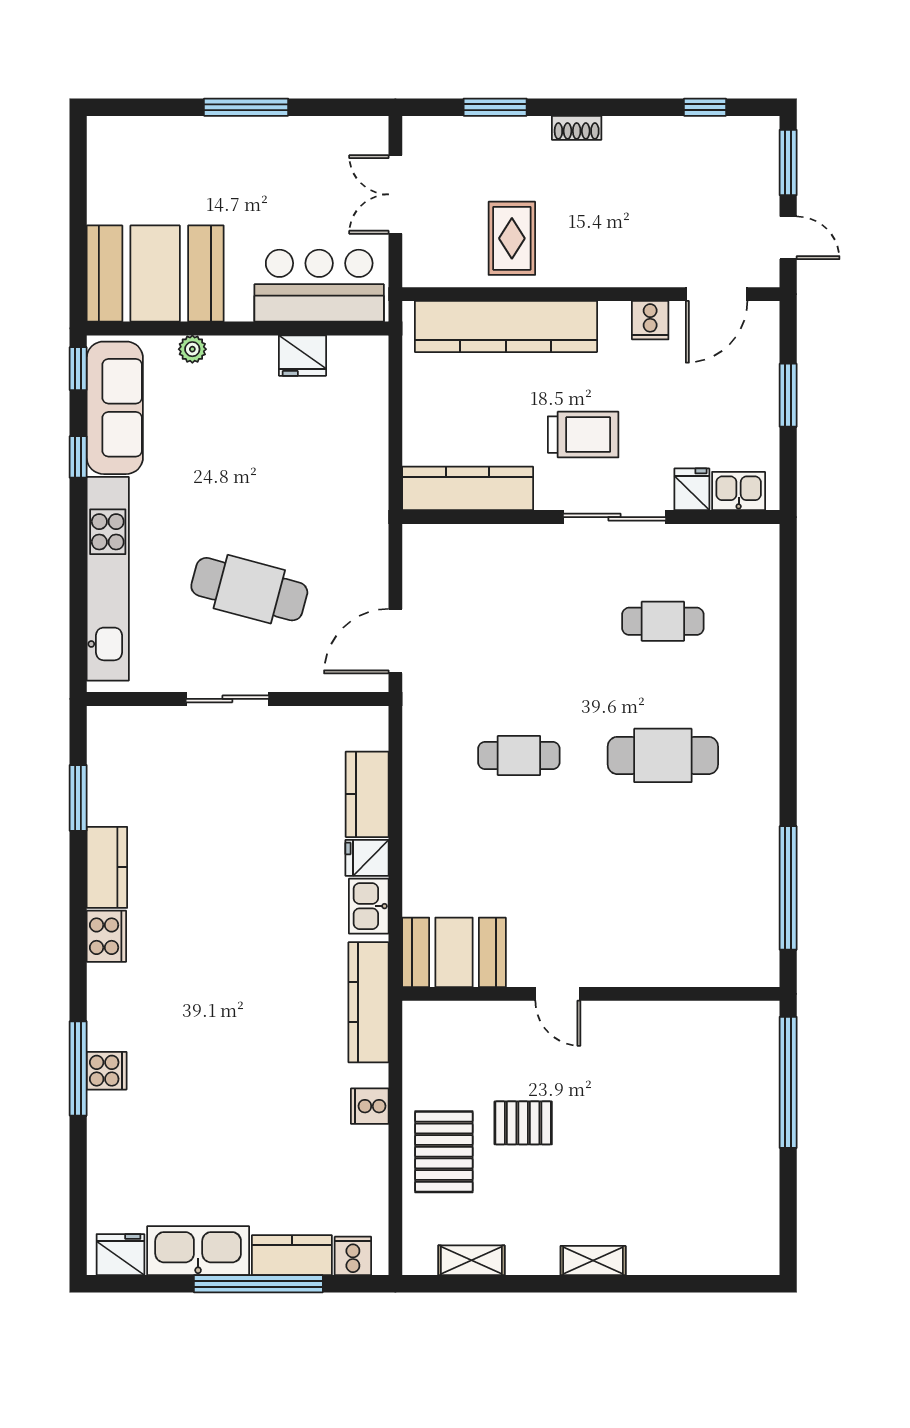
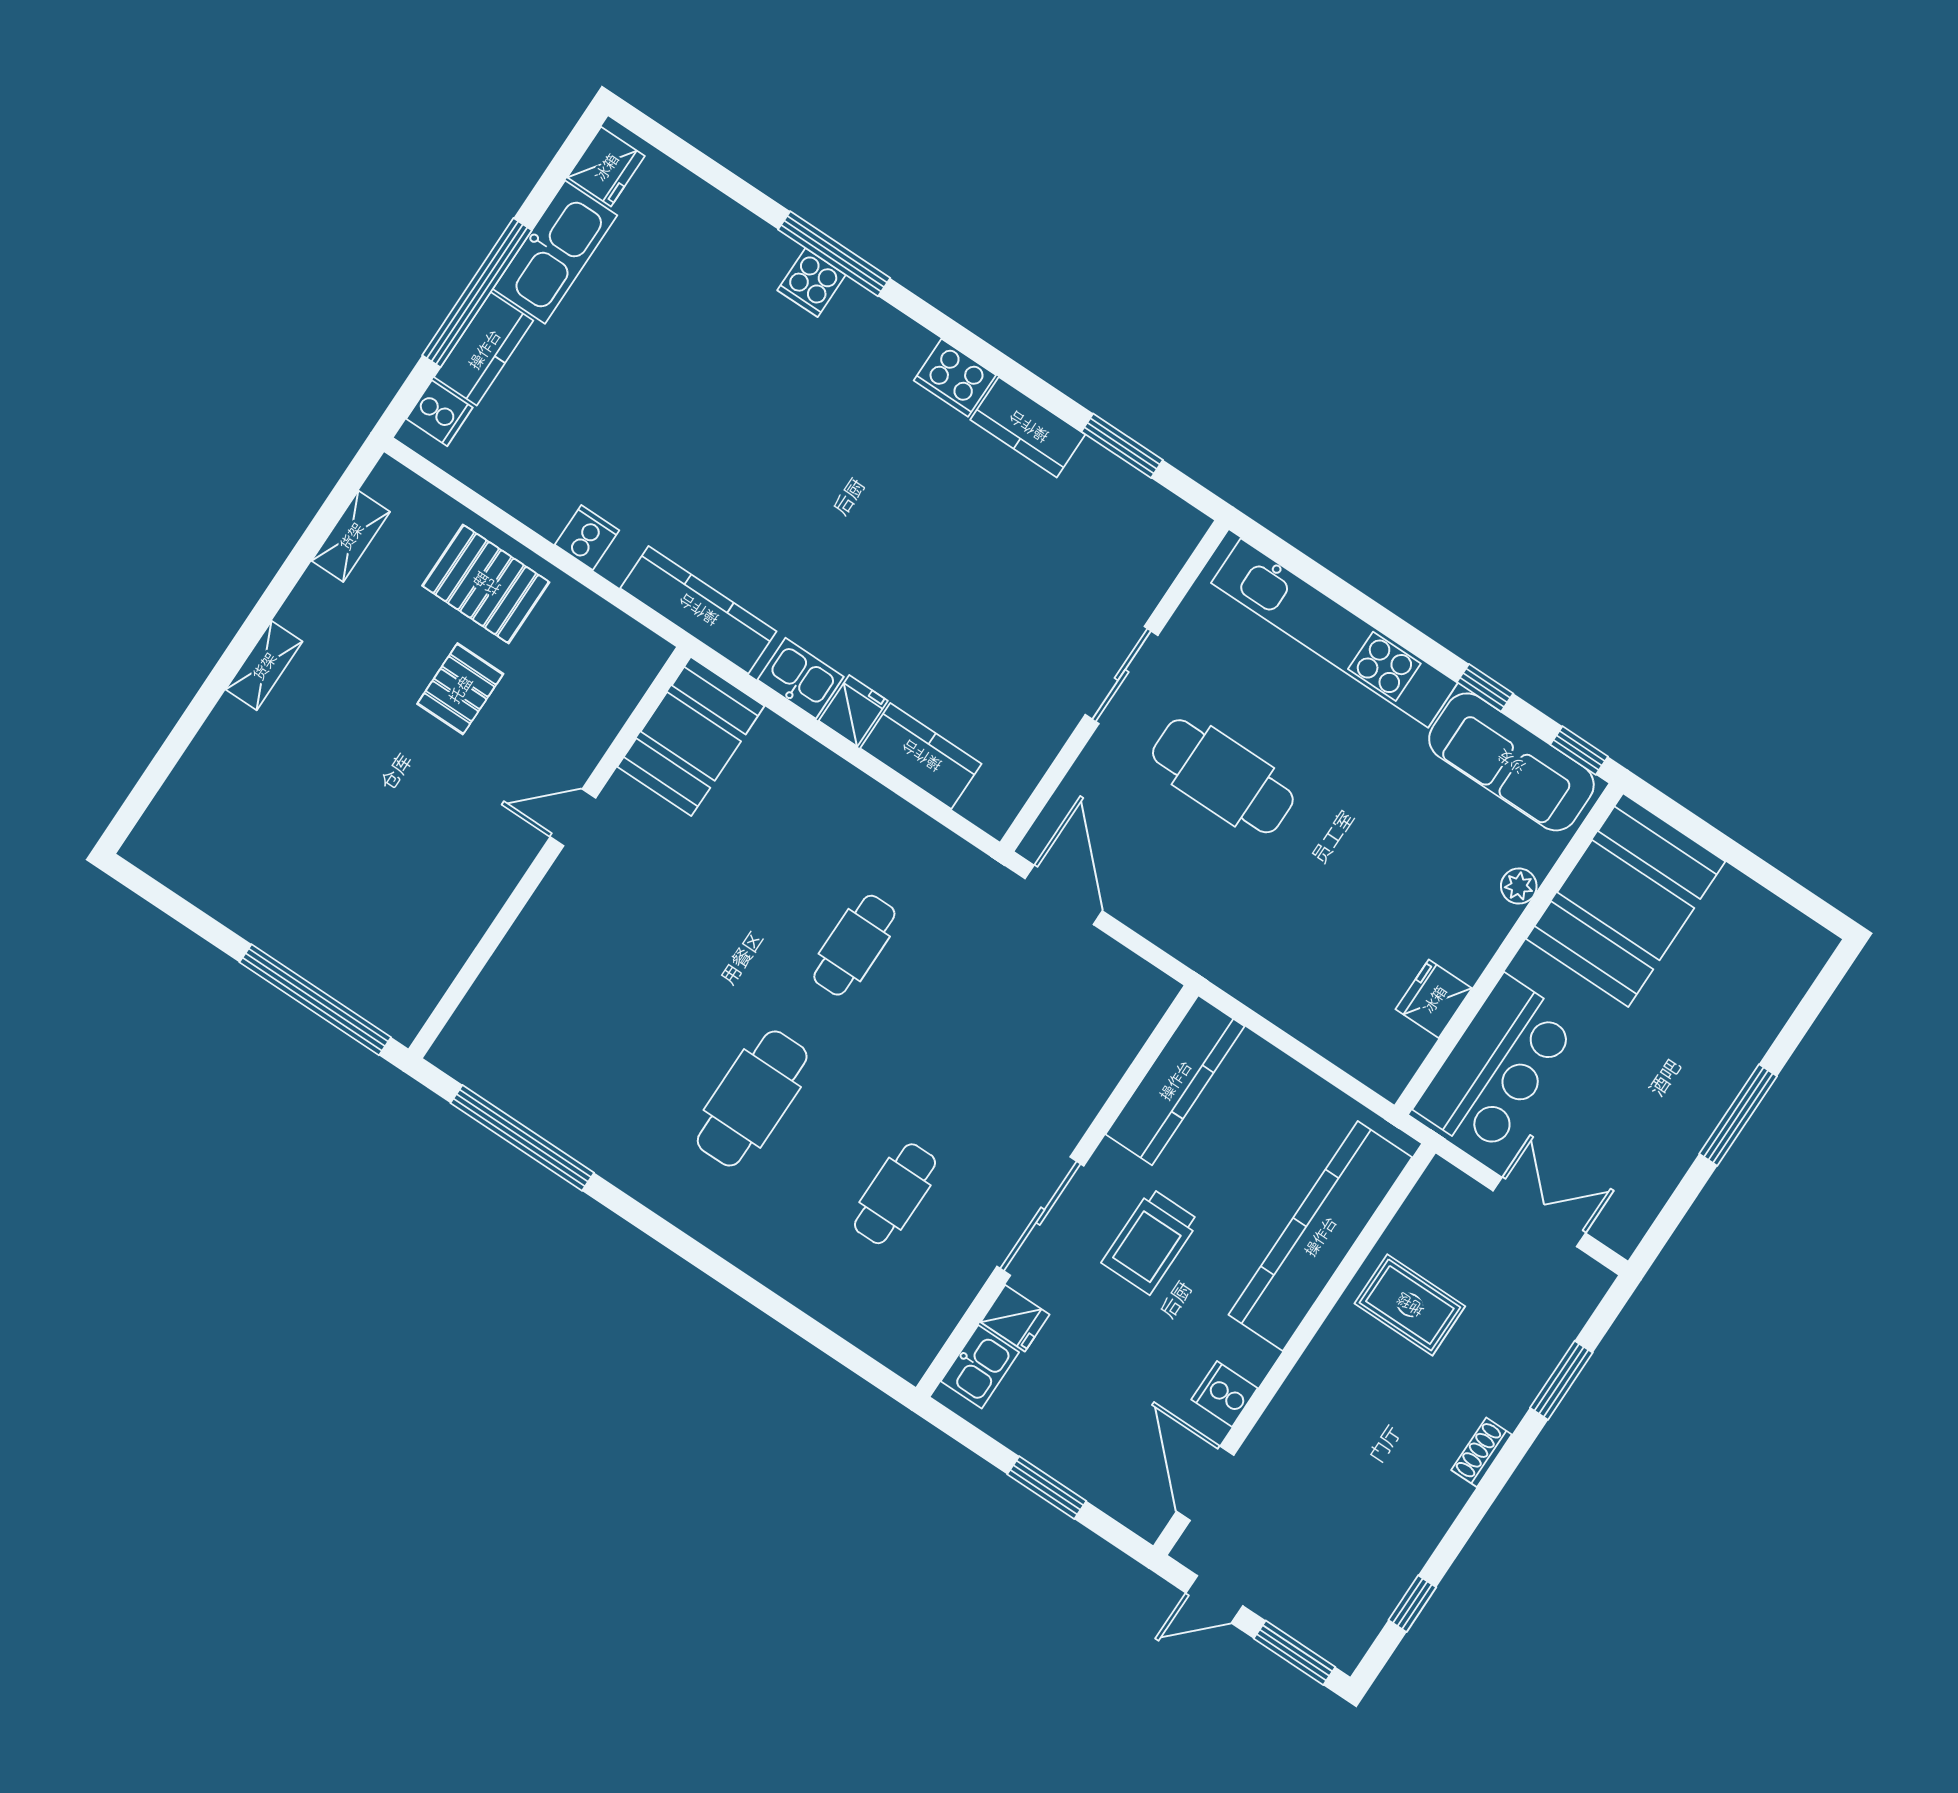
cafe table: (249, 589) -> (1223, 776), turned 75

